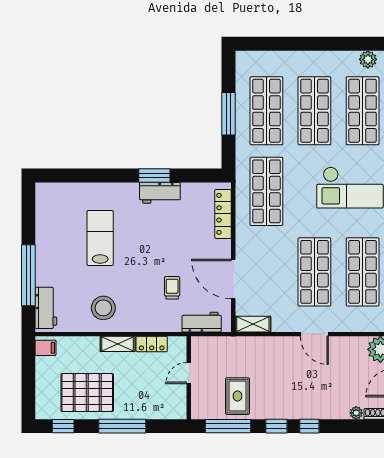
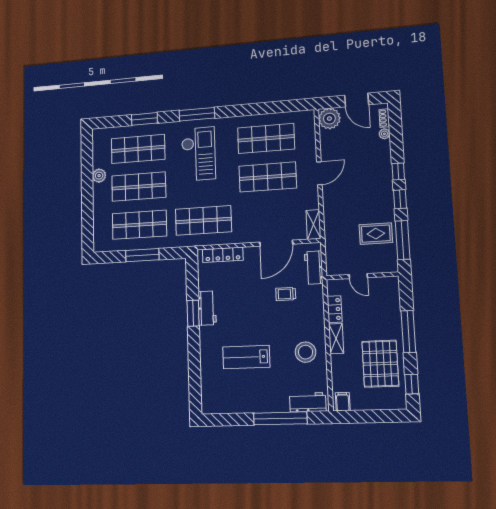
plant: (368, 59) -> (99, 176), moved

